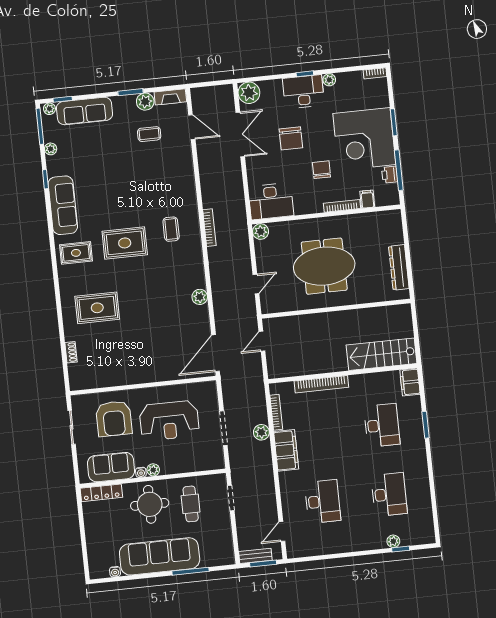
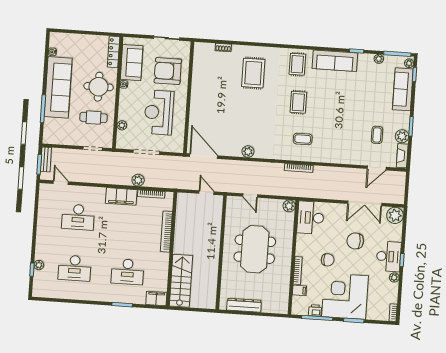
rug: (125, 243) -> (298, 102), width x0.73, depth x0.70
plant: (153, 470) -> (122, 125), moved

